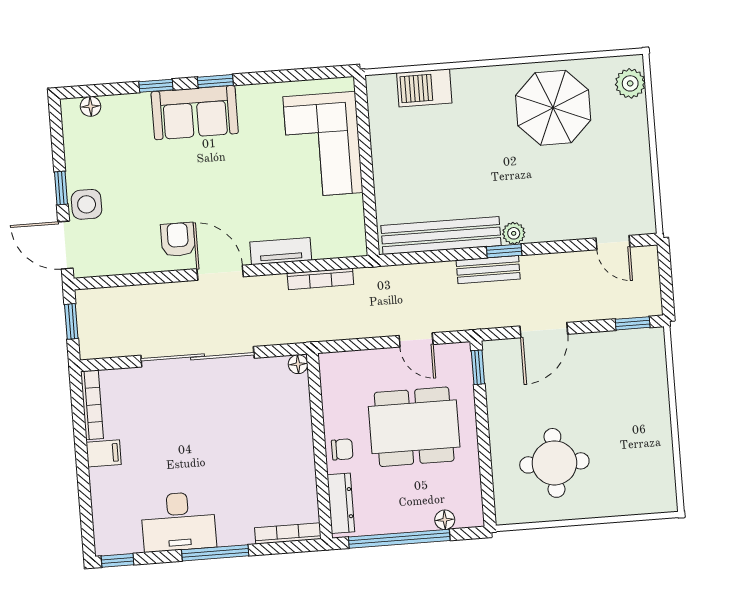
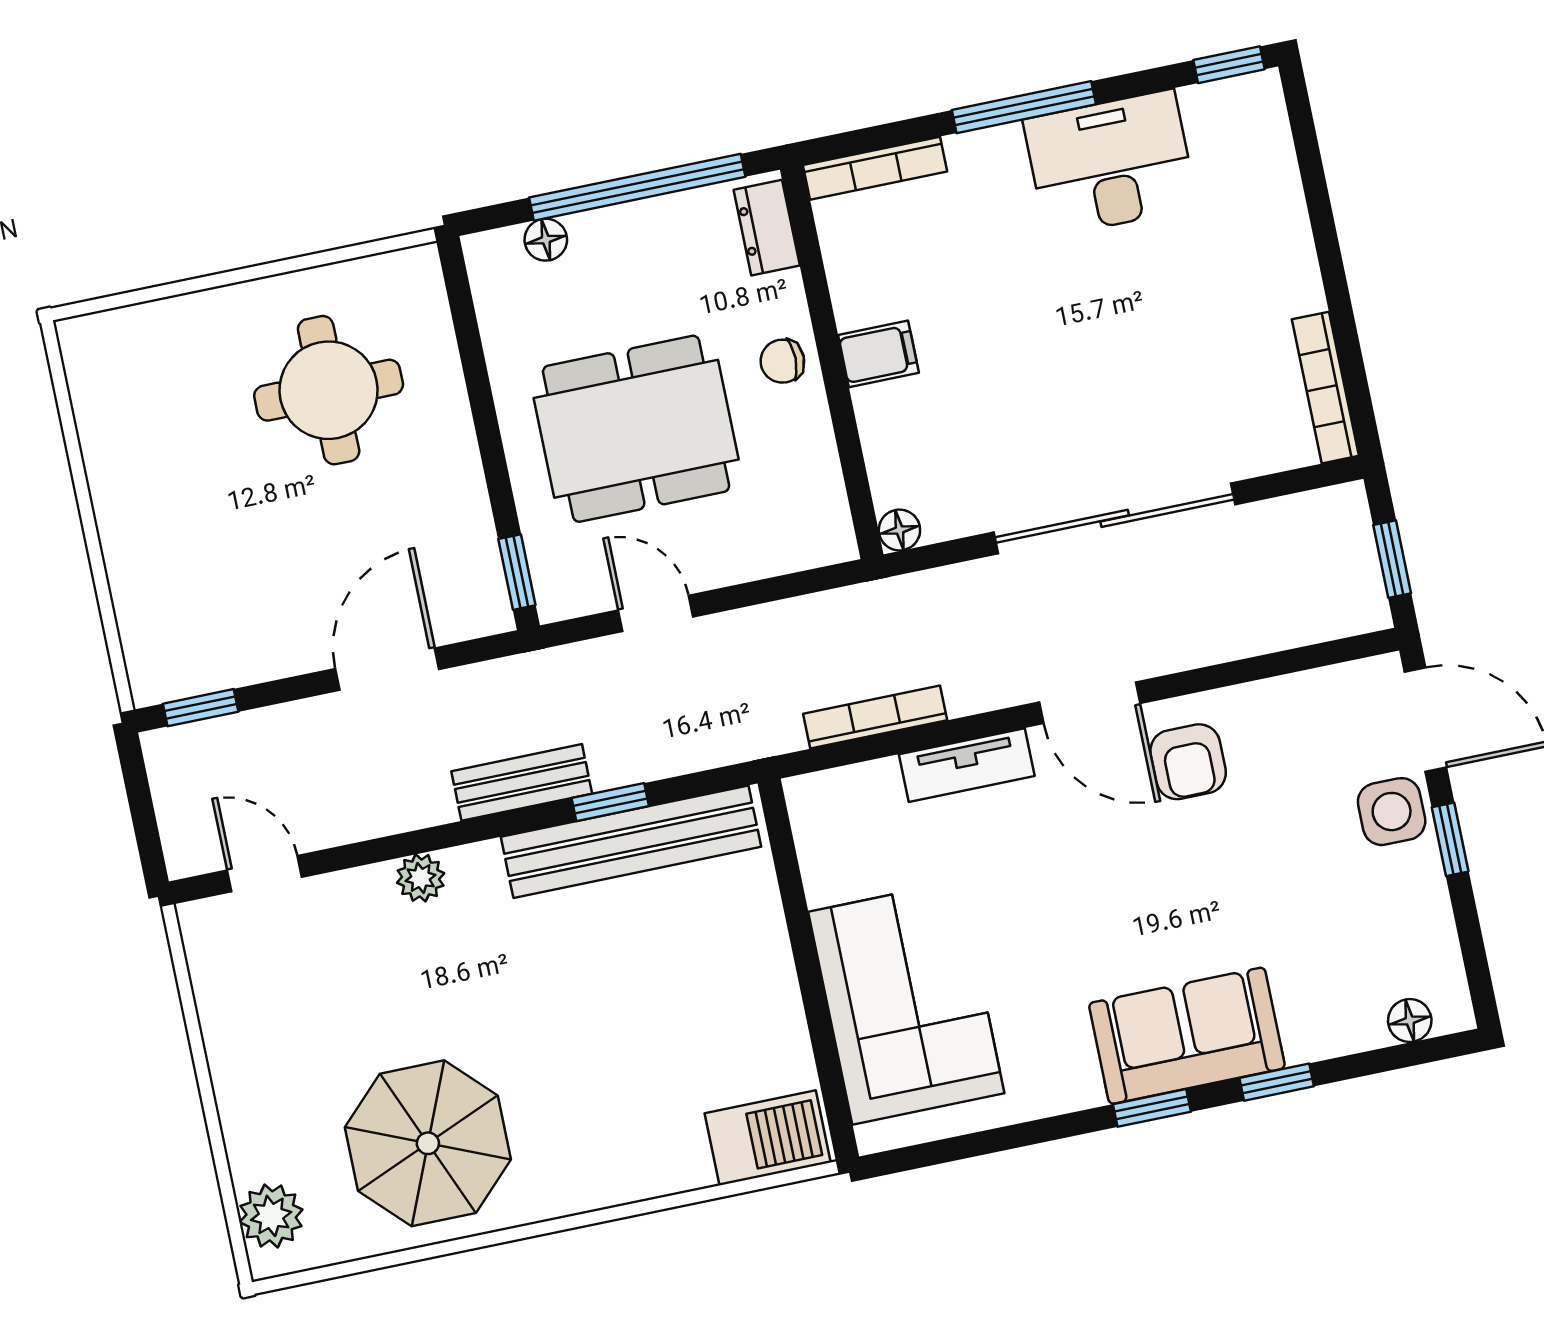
barbecue: (424, 88) -> (768, 1138), moved
plant: (514, 233) -> (421, 878), moved
window: (504, 251) -> (610, 802), moved
filing cabinet: (104, 453) -> (878, 354), moved, turned 180
dresser: (341, 503) -> (767, 228), width x0.70

